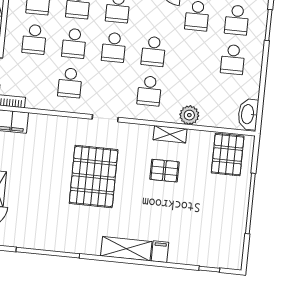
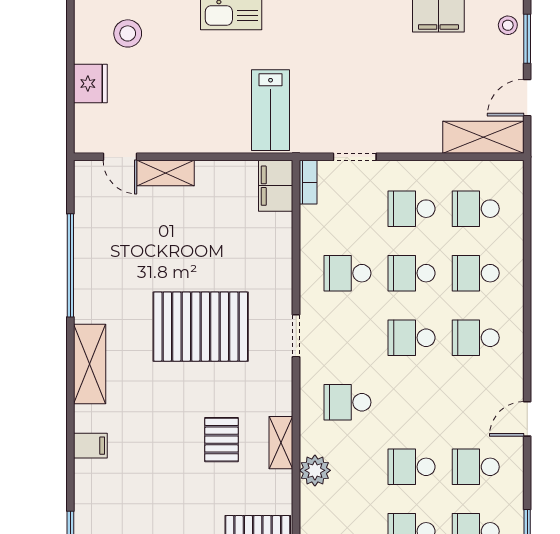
school desk: (153, 51) -> (412, 467), moved
shelving: (126, 249) -> (90, 364), moved

